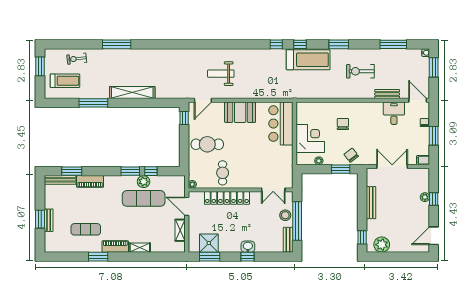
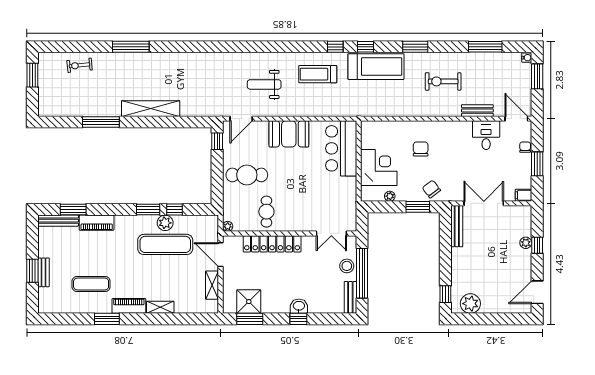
treadmill: (65, 81) -> (318, 74), moved, turned 180
bench: (371, 203) -> (457, 226), moved

